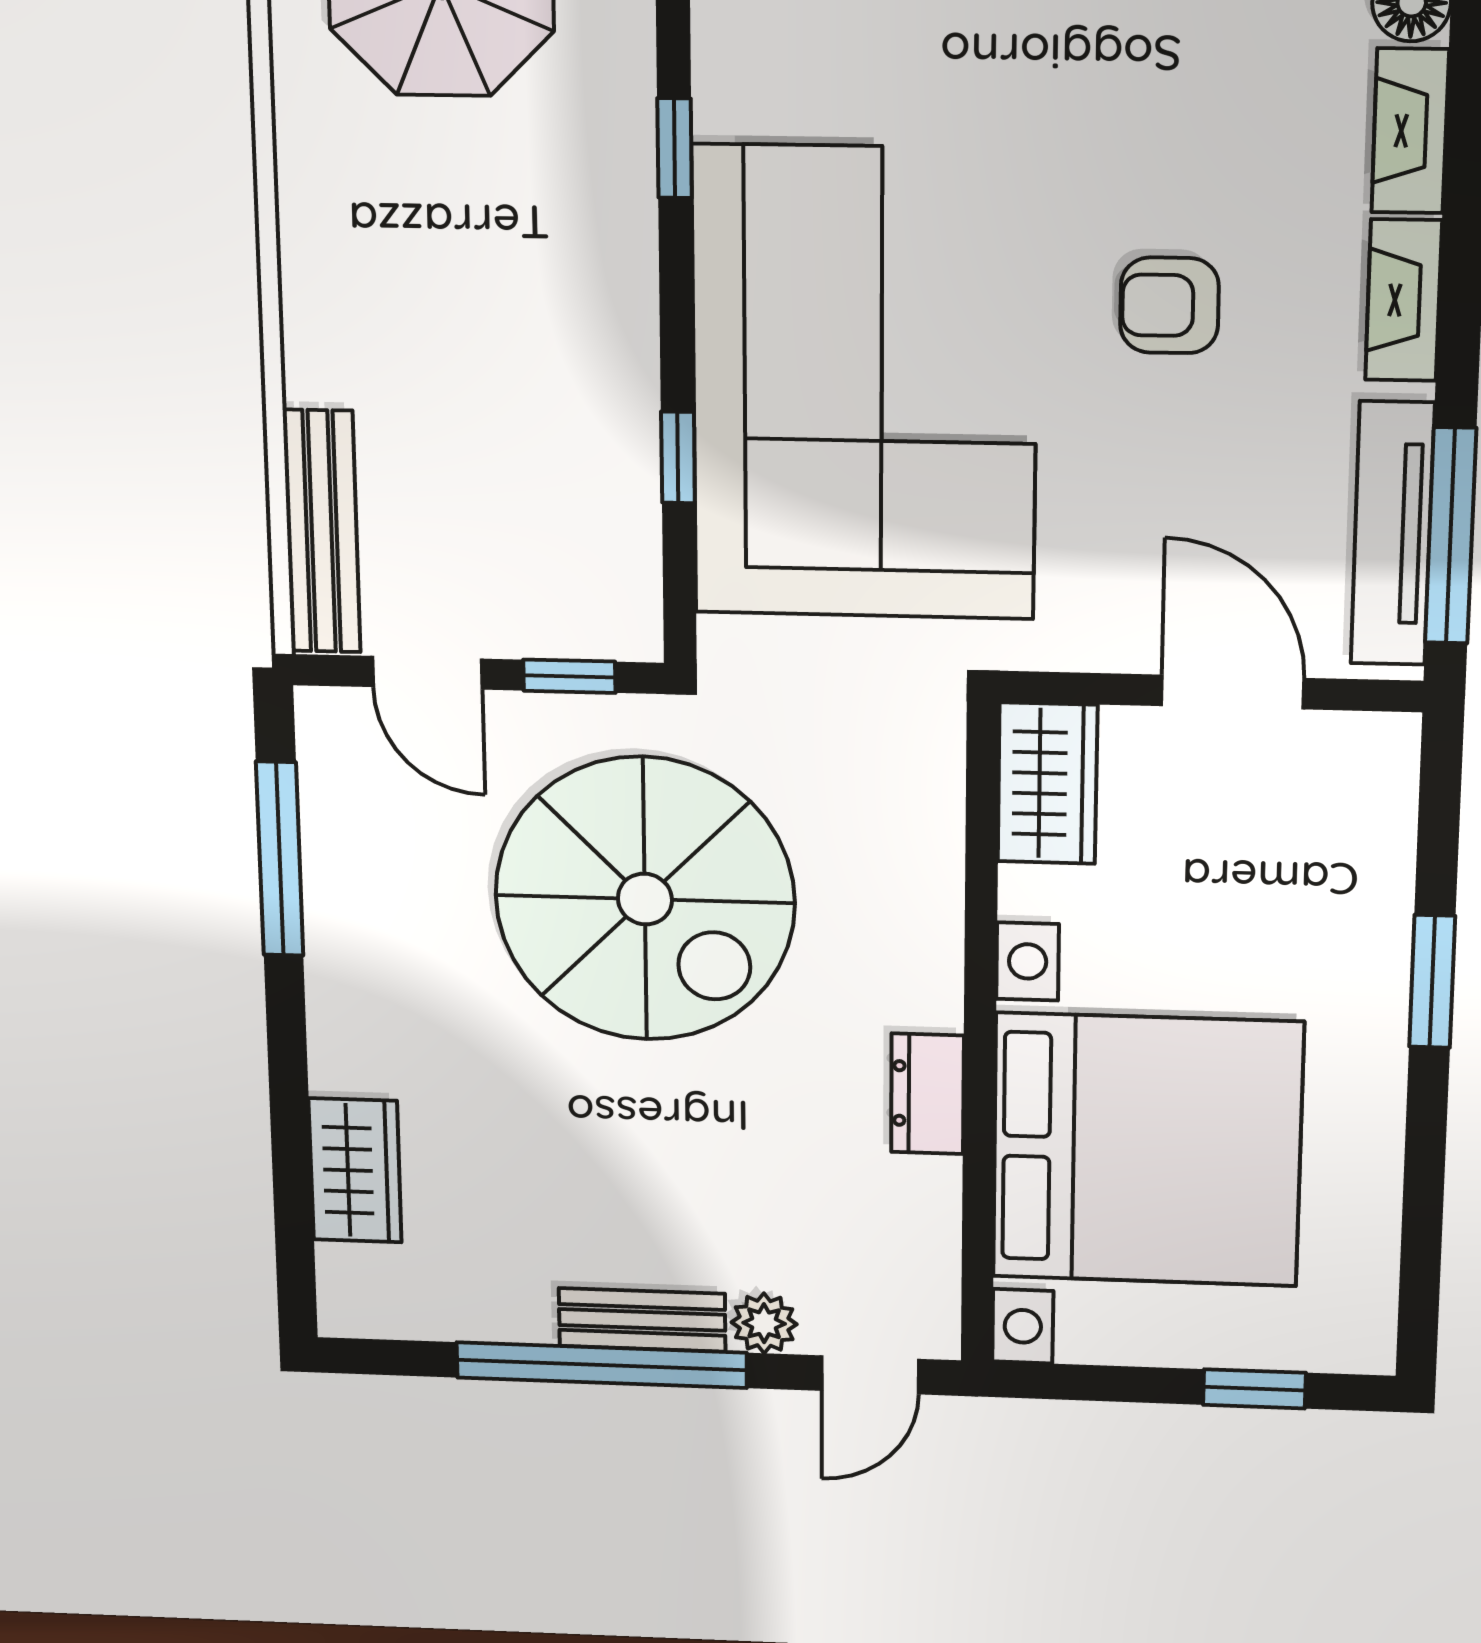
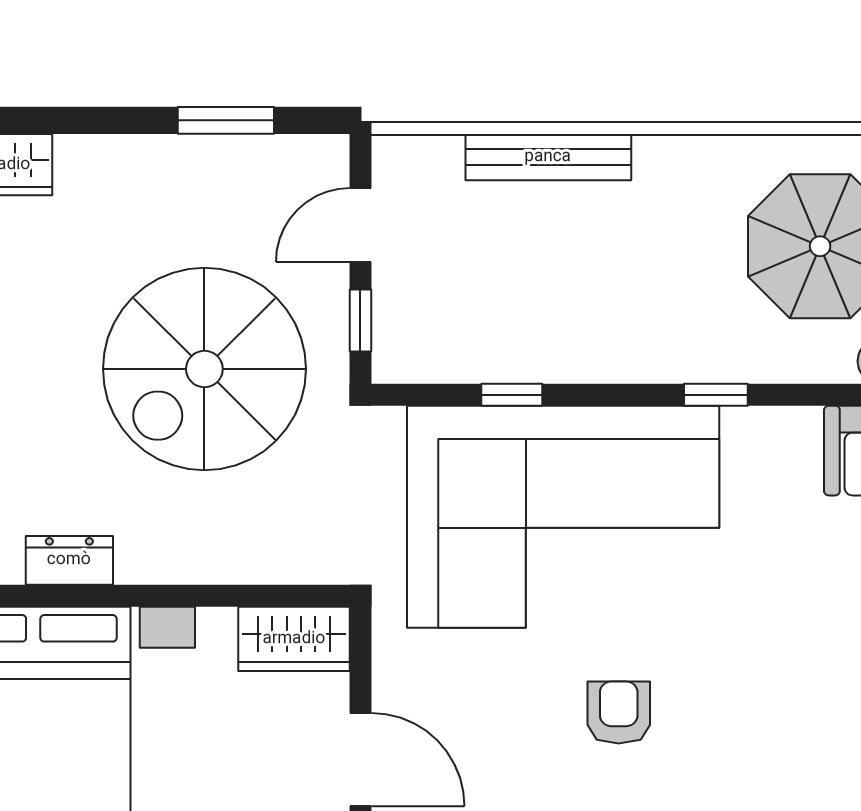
bench: (322, 532) -> (548, 157), moved
door: (1233, 692) -> (360, 760), hinge flipped
window: (280, 859) -> (226, 120), width x0.69

